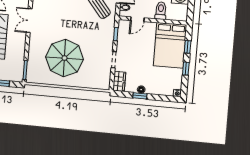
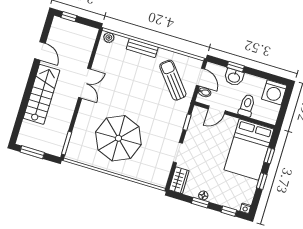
double door: (29, 21) -> (85, 83), swing flipped
window: (164, 98) -> (229, 211), added

